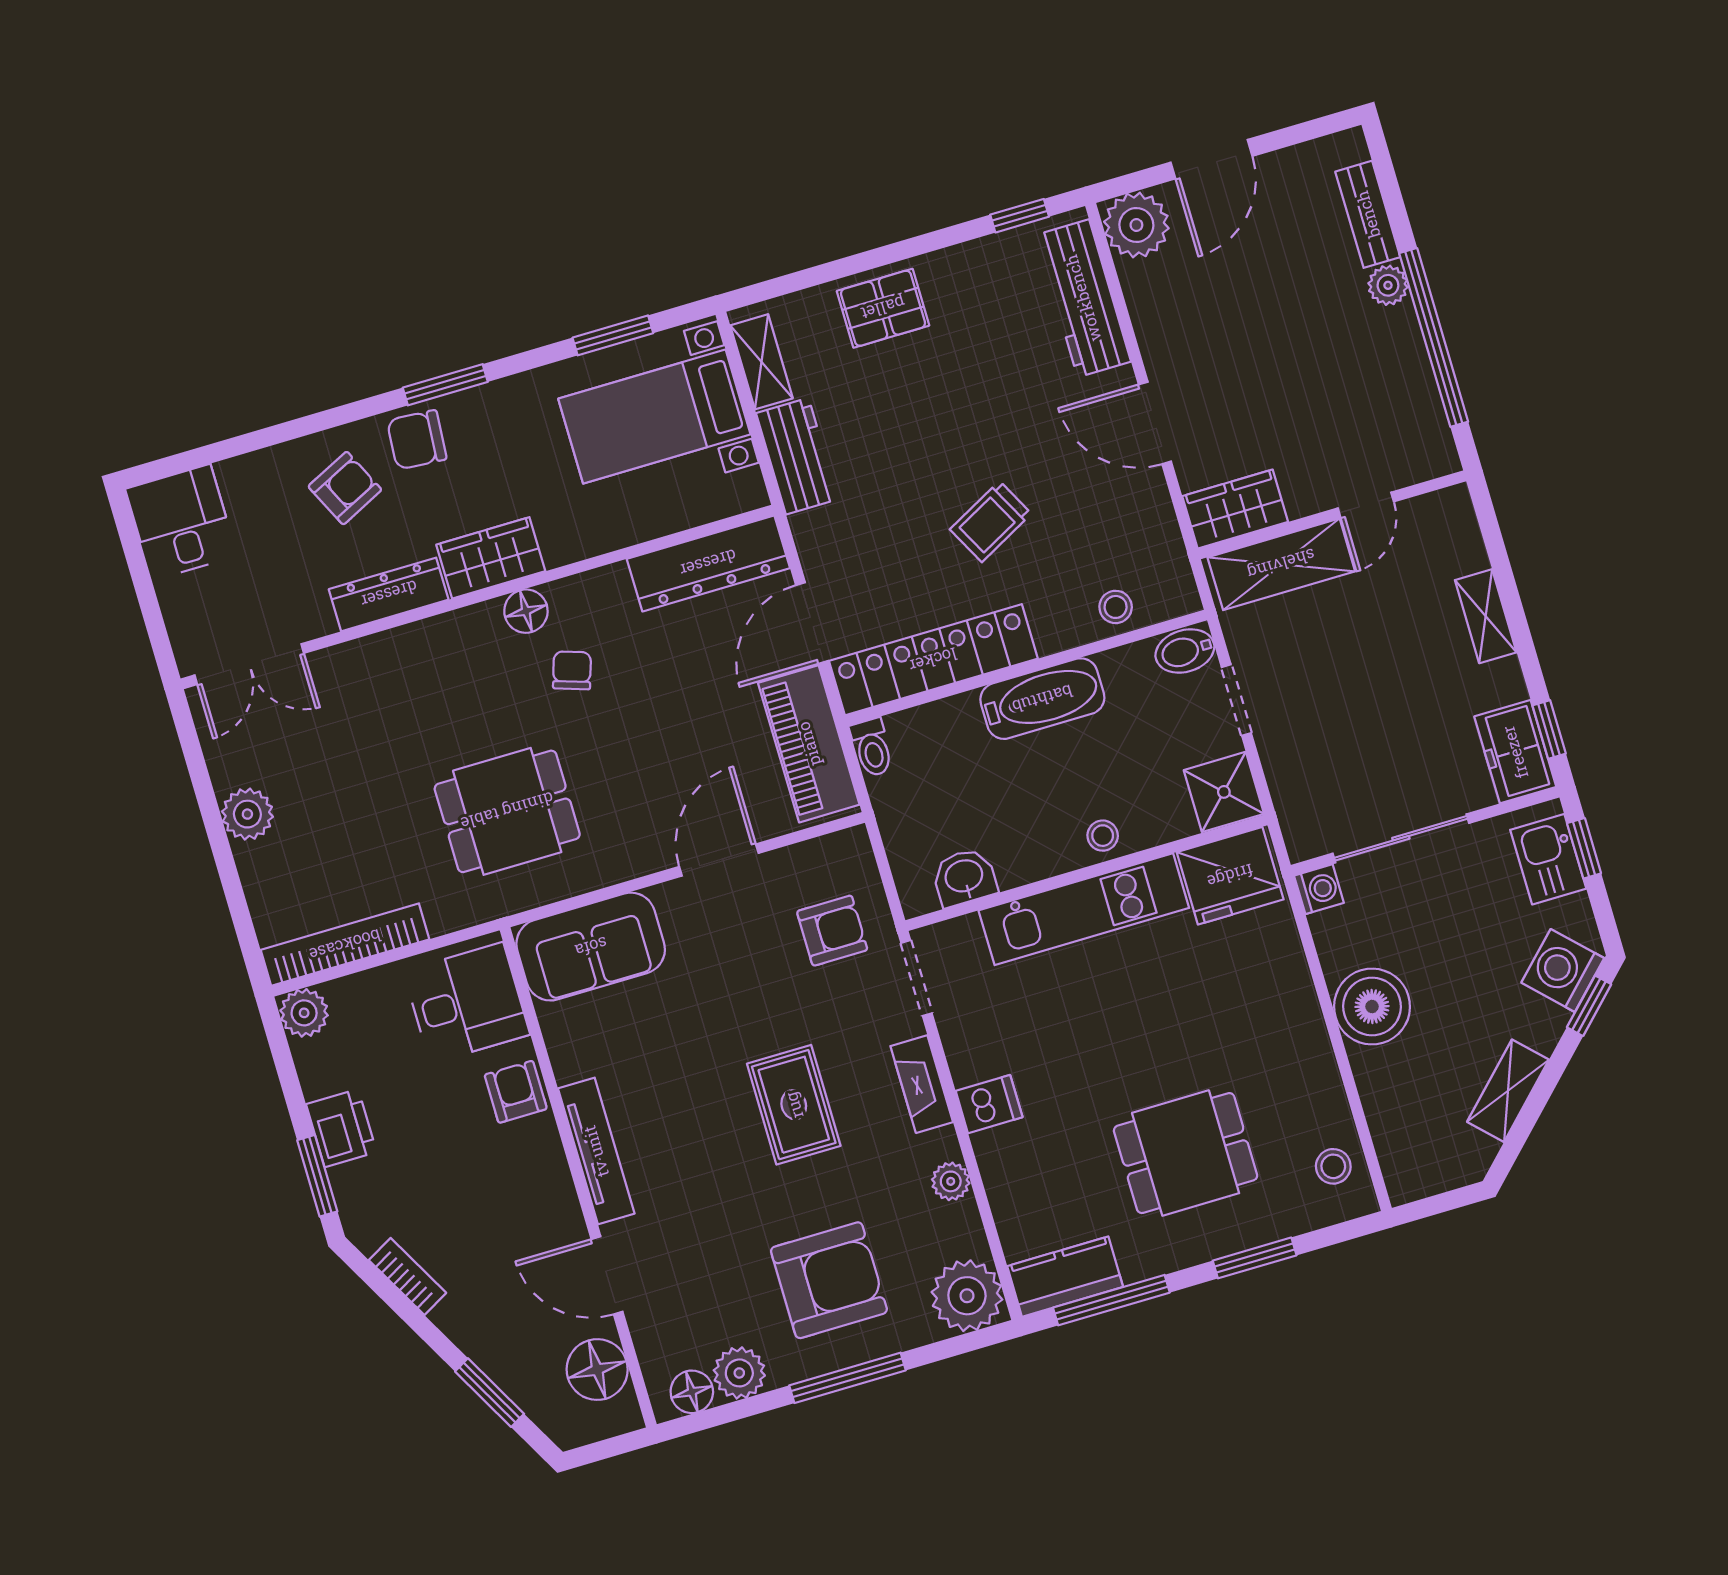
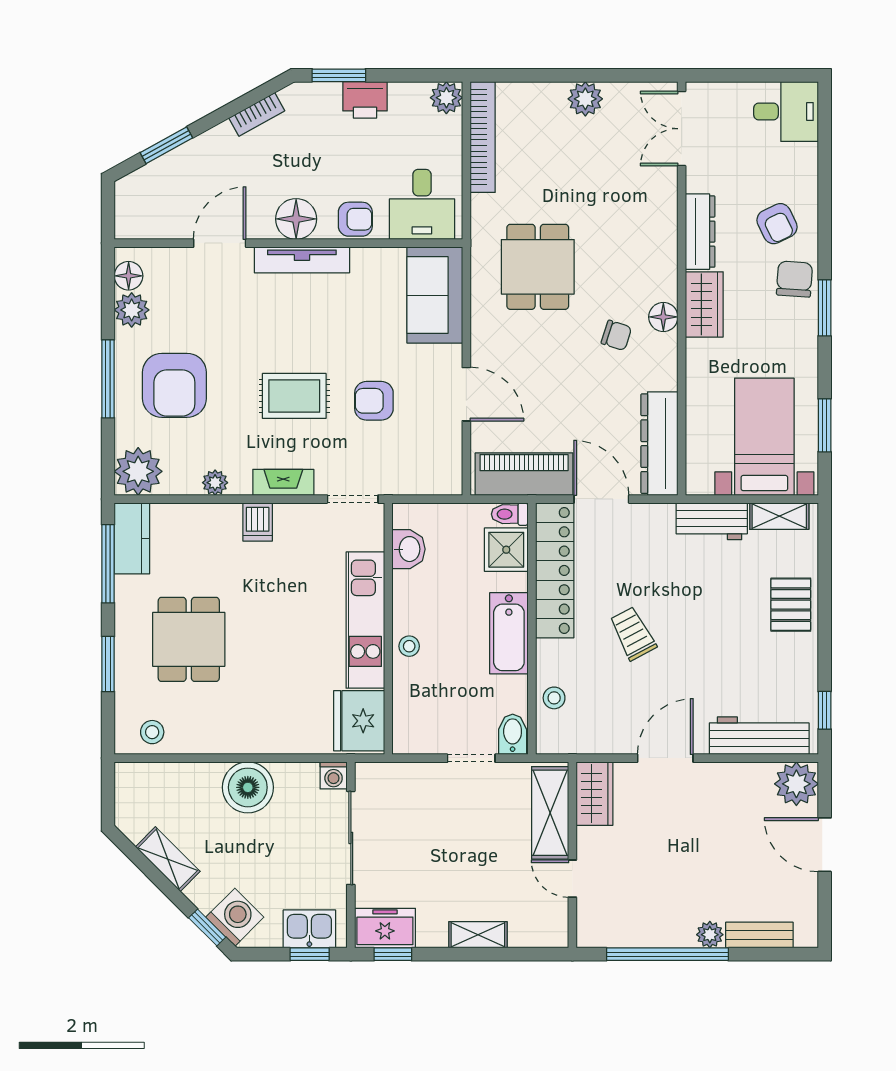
shower: (1224, 792) -> (506, 550), moved
armchair: (832, 931) -> (374, 401), moved, turned 90
floor lamp: (597, 1370) -> (296, 219), moved

